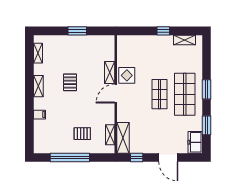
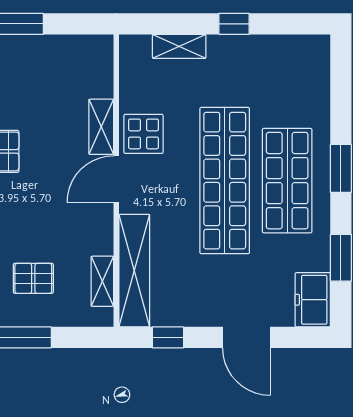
shelving: (184, 40) -> (179, 46), moved
shop shelf: (160, 94) -> (225, 181), width x2.00, depth x1.36
shelving: (123, 138) -> (134, 271), width x1.47

